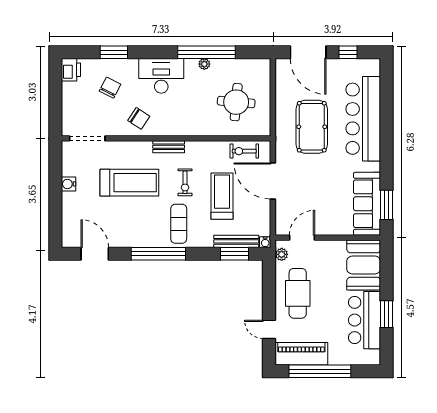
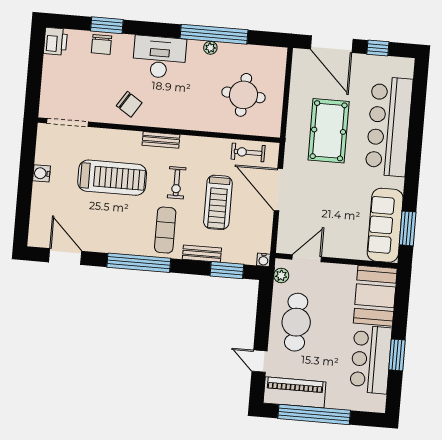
chair: (110, 88) -> (101, 44), moved, turned 153
treadmill: (222, 196) -> (218, 202), turned 180
bench: (236, 241) -> (202, 254), moved, width x0.73

